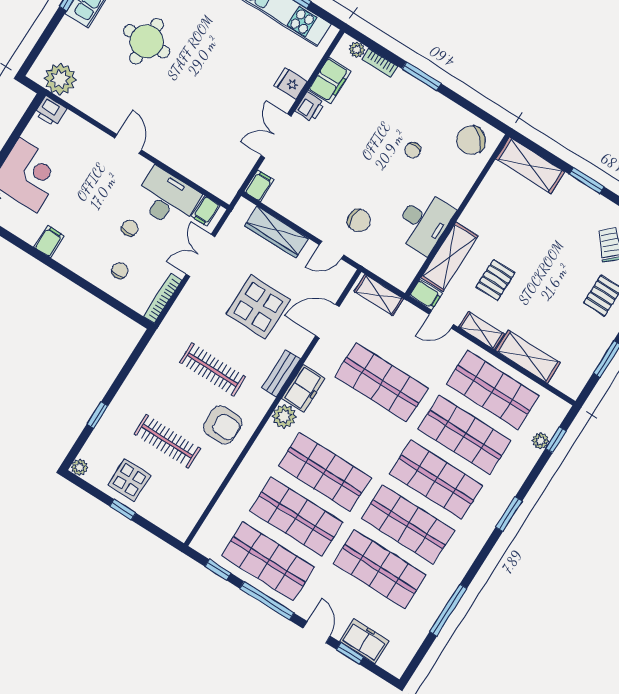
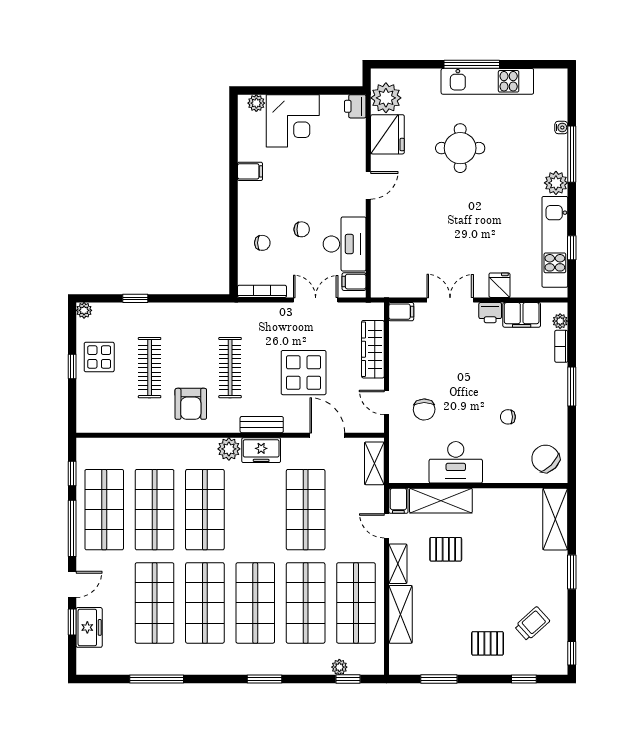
fridge: (93, 98) -> (387, 134), added

